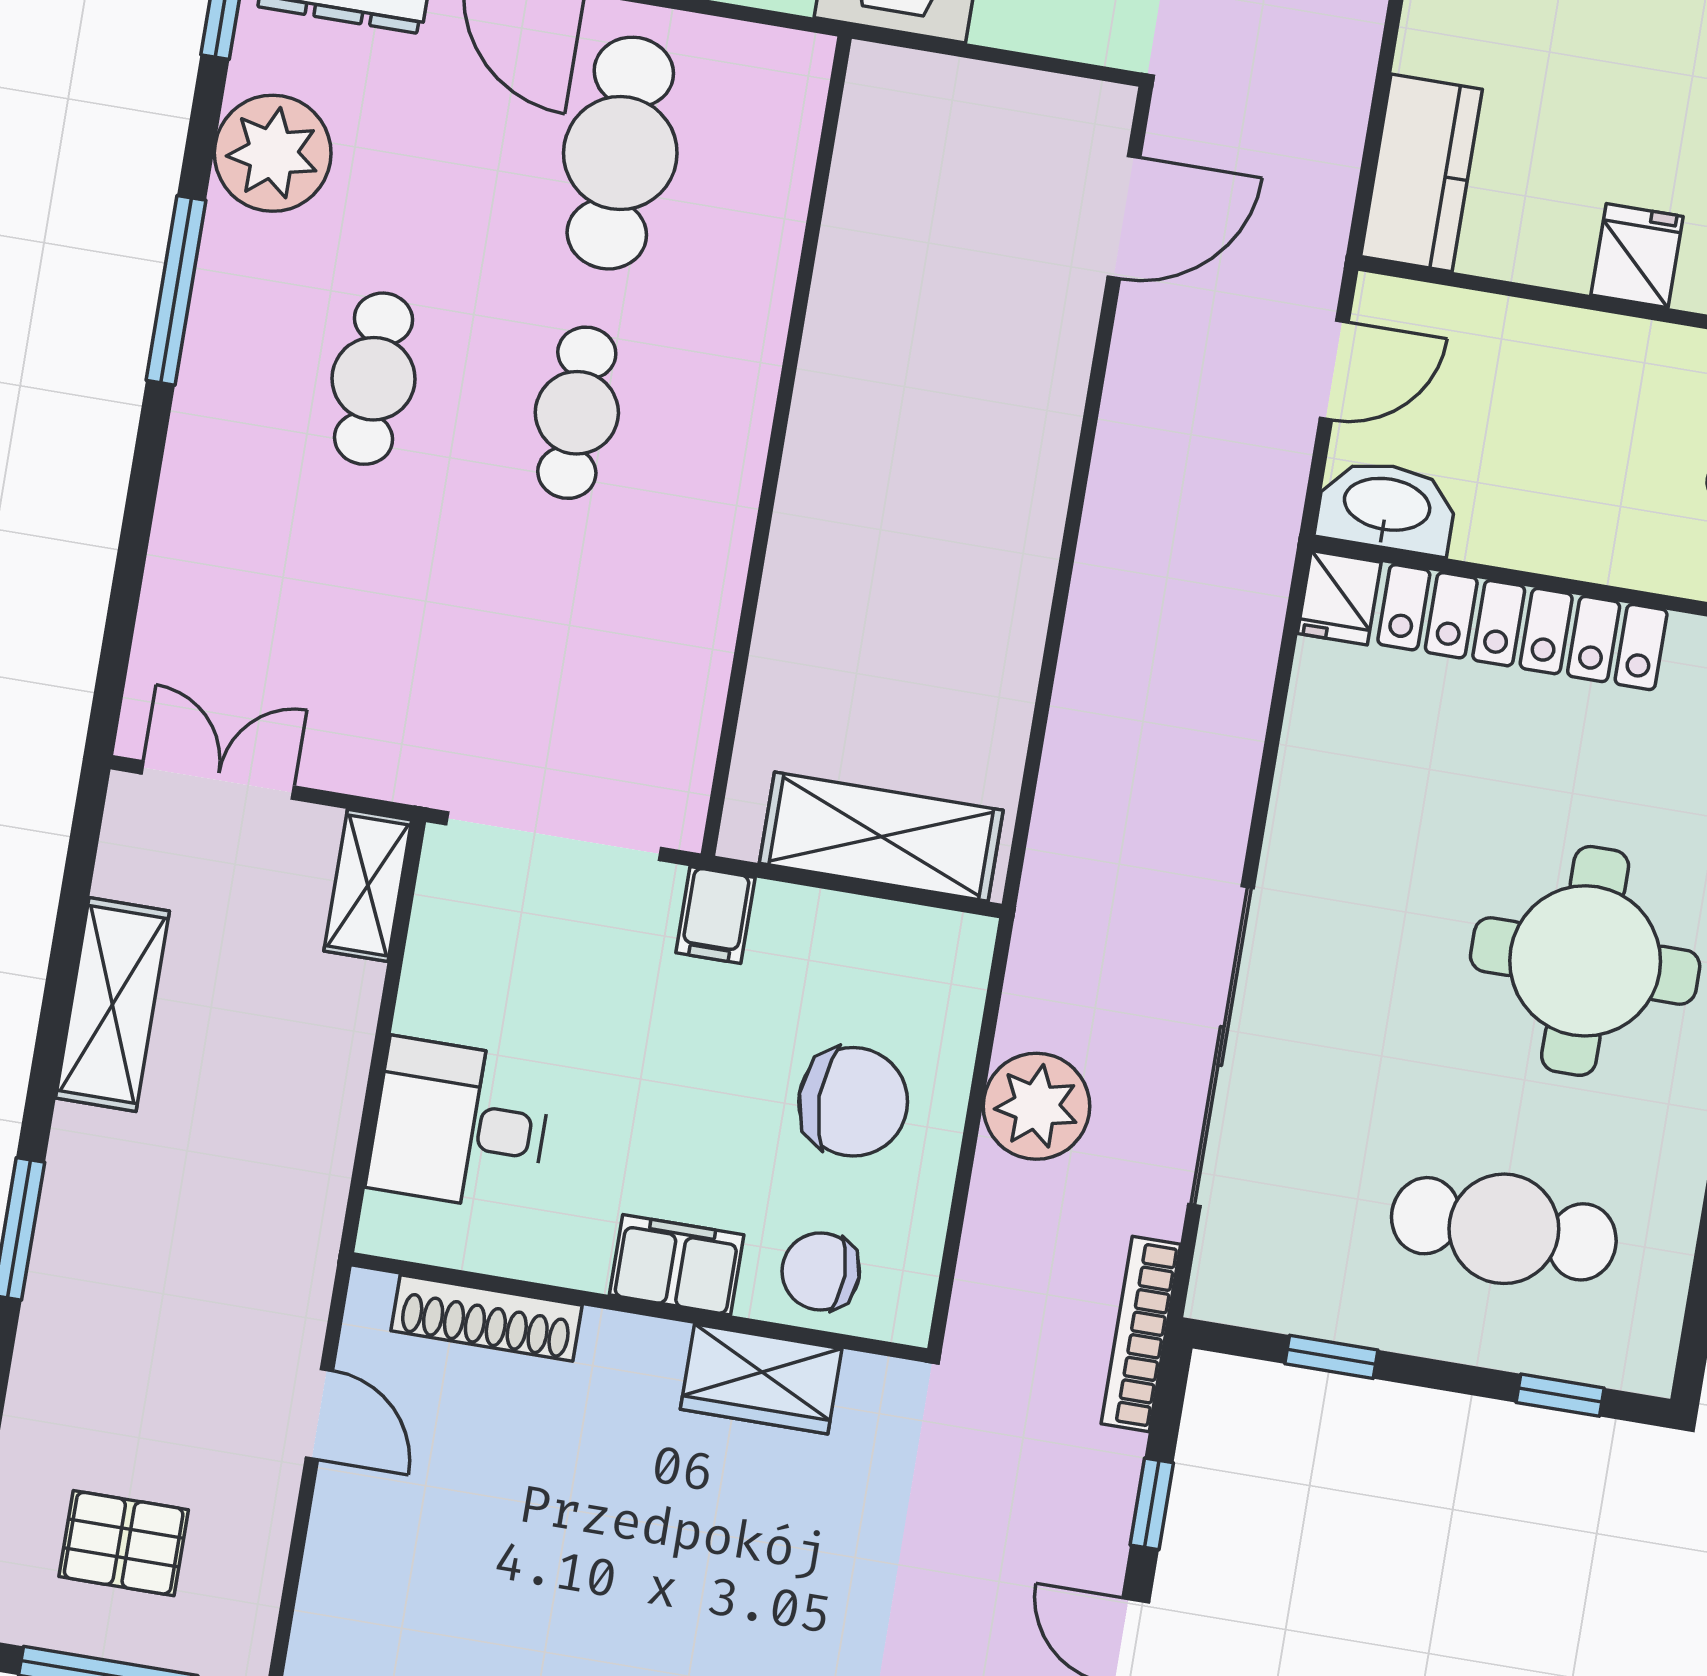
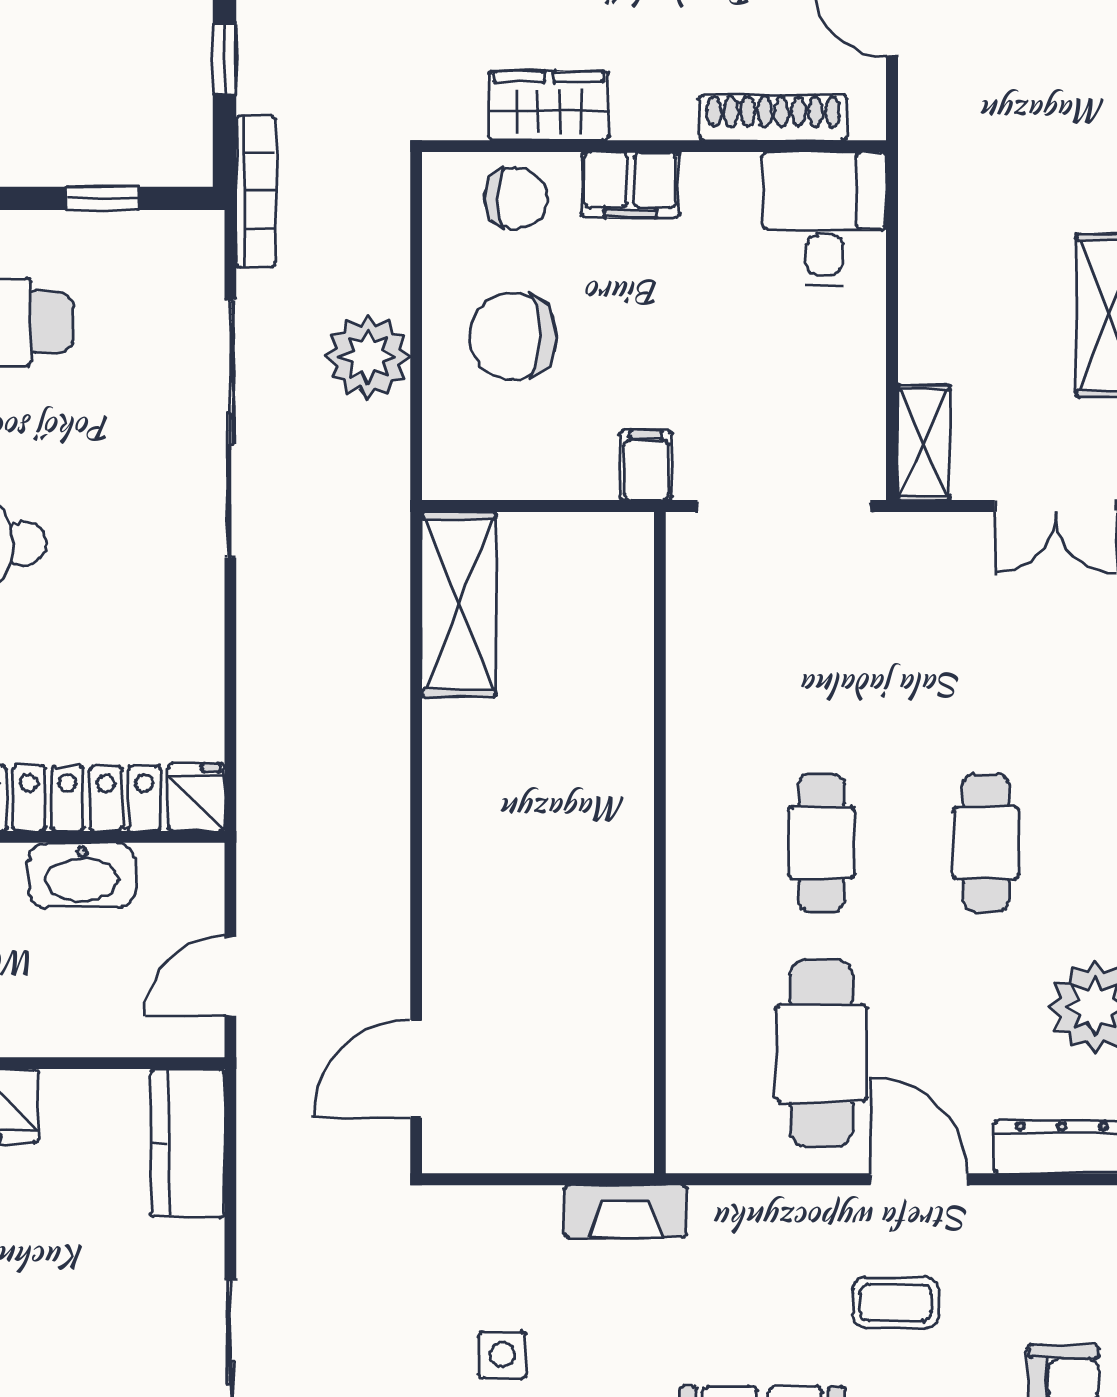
washbasin: (1387, 507) -> (82, 875), moved
shelving: (881, 837) -> (459, 604), moved, turned 90
desk: (460, 1125) -> (824, 219), moved, turned -90

